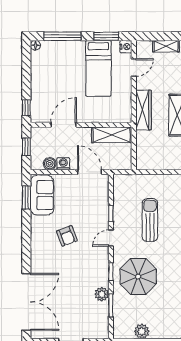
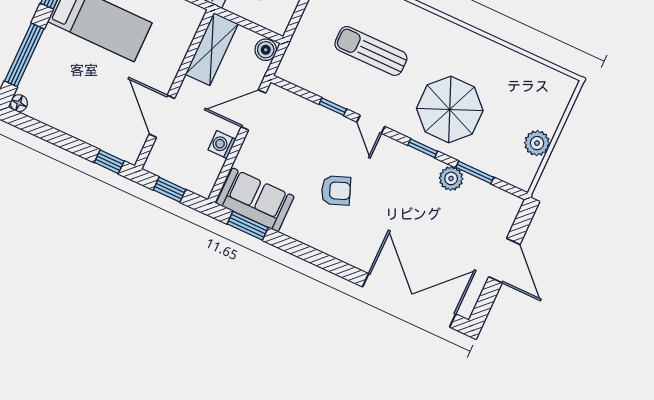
boiler: (50, 164) -> (266, 50), moved

